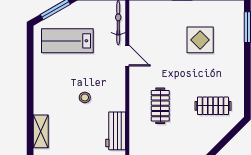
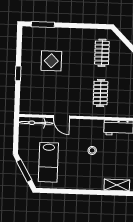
door: (127, 56) -> (61, 117), swing flipped
clothes rail: (160, 106) -> (101, 93), turned 90

